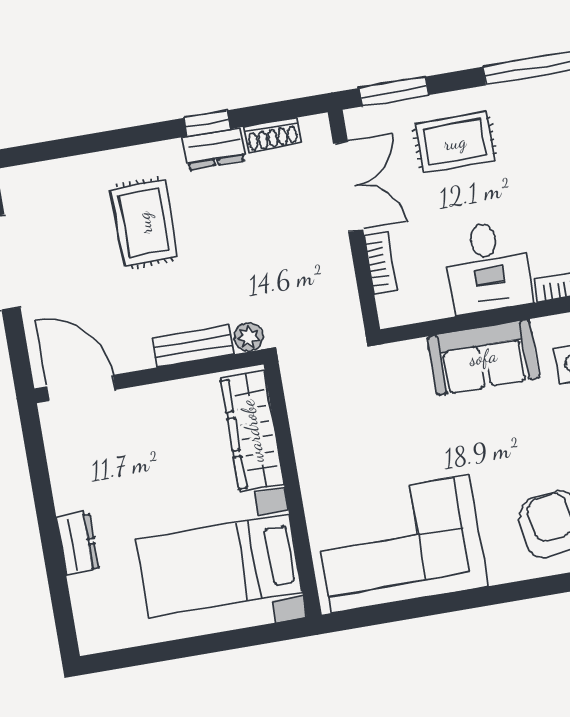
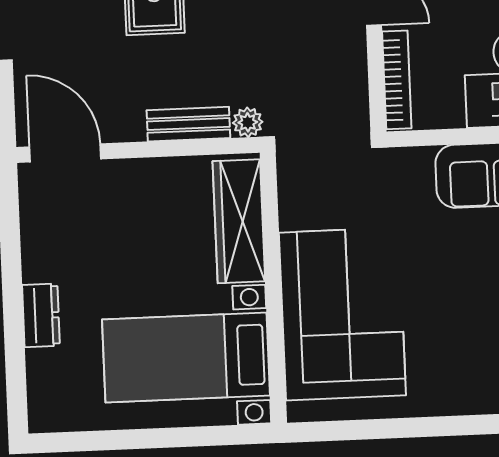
bookcase: (381, 263) -> (397, 80), width x1.56
corner sofa: (400, 544) -> (342, 314), moved, turned 90

